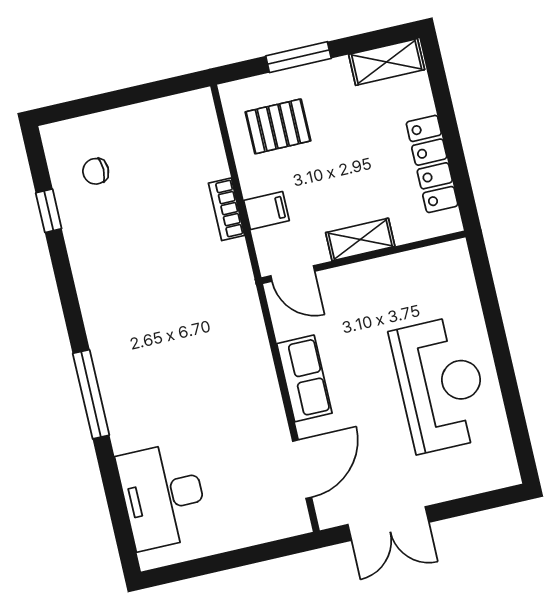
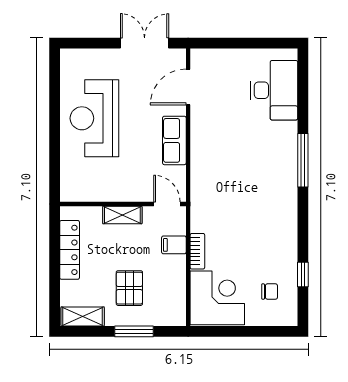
pallet: (278, 126) -> (129, 288), moved, turned 90
corner desk: (177, 142) -> (217, 298), added

